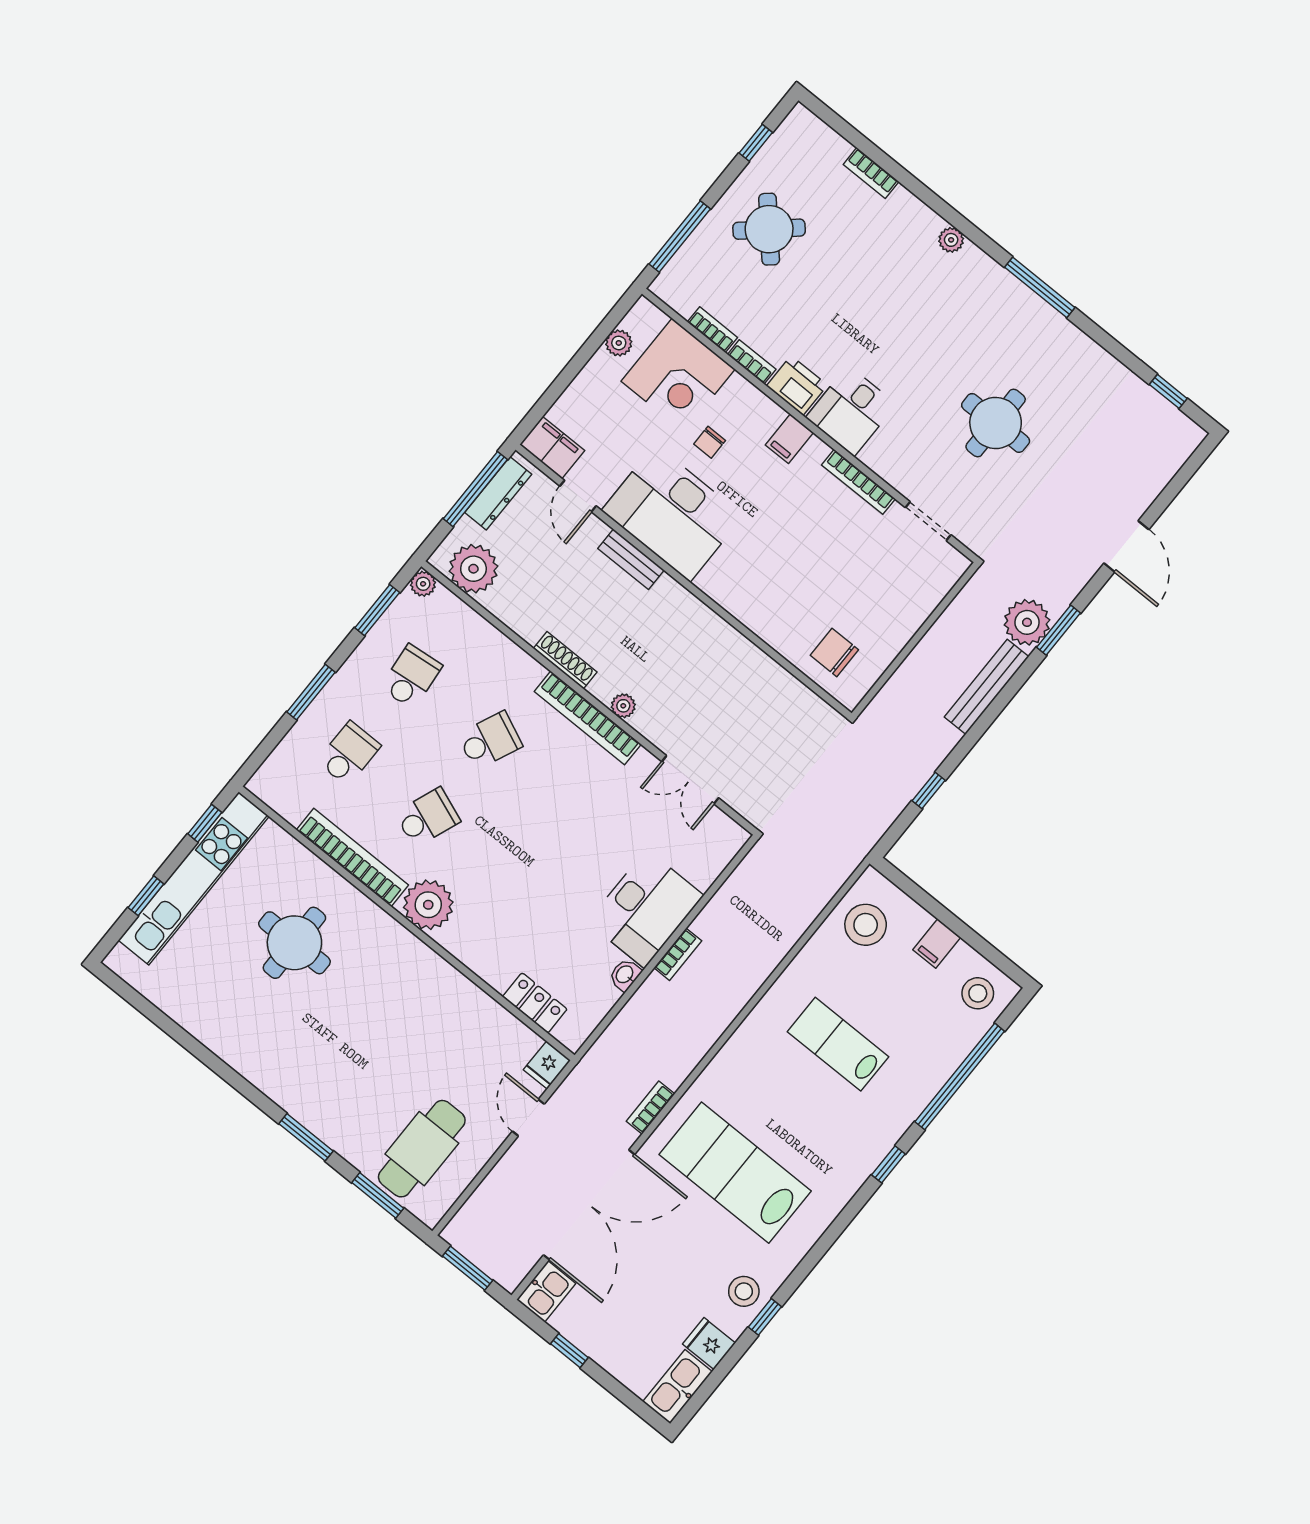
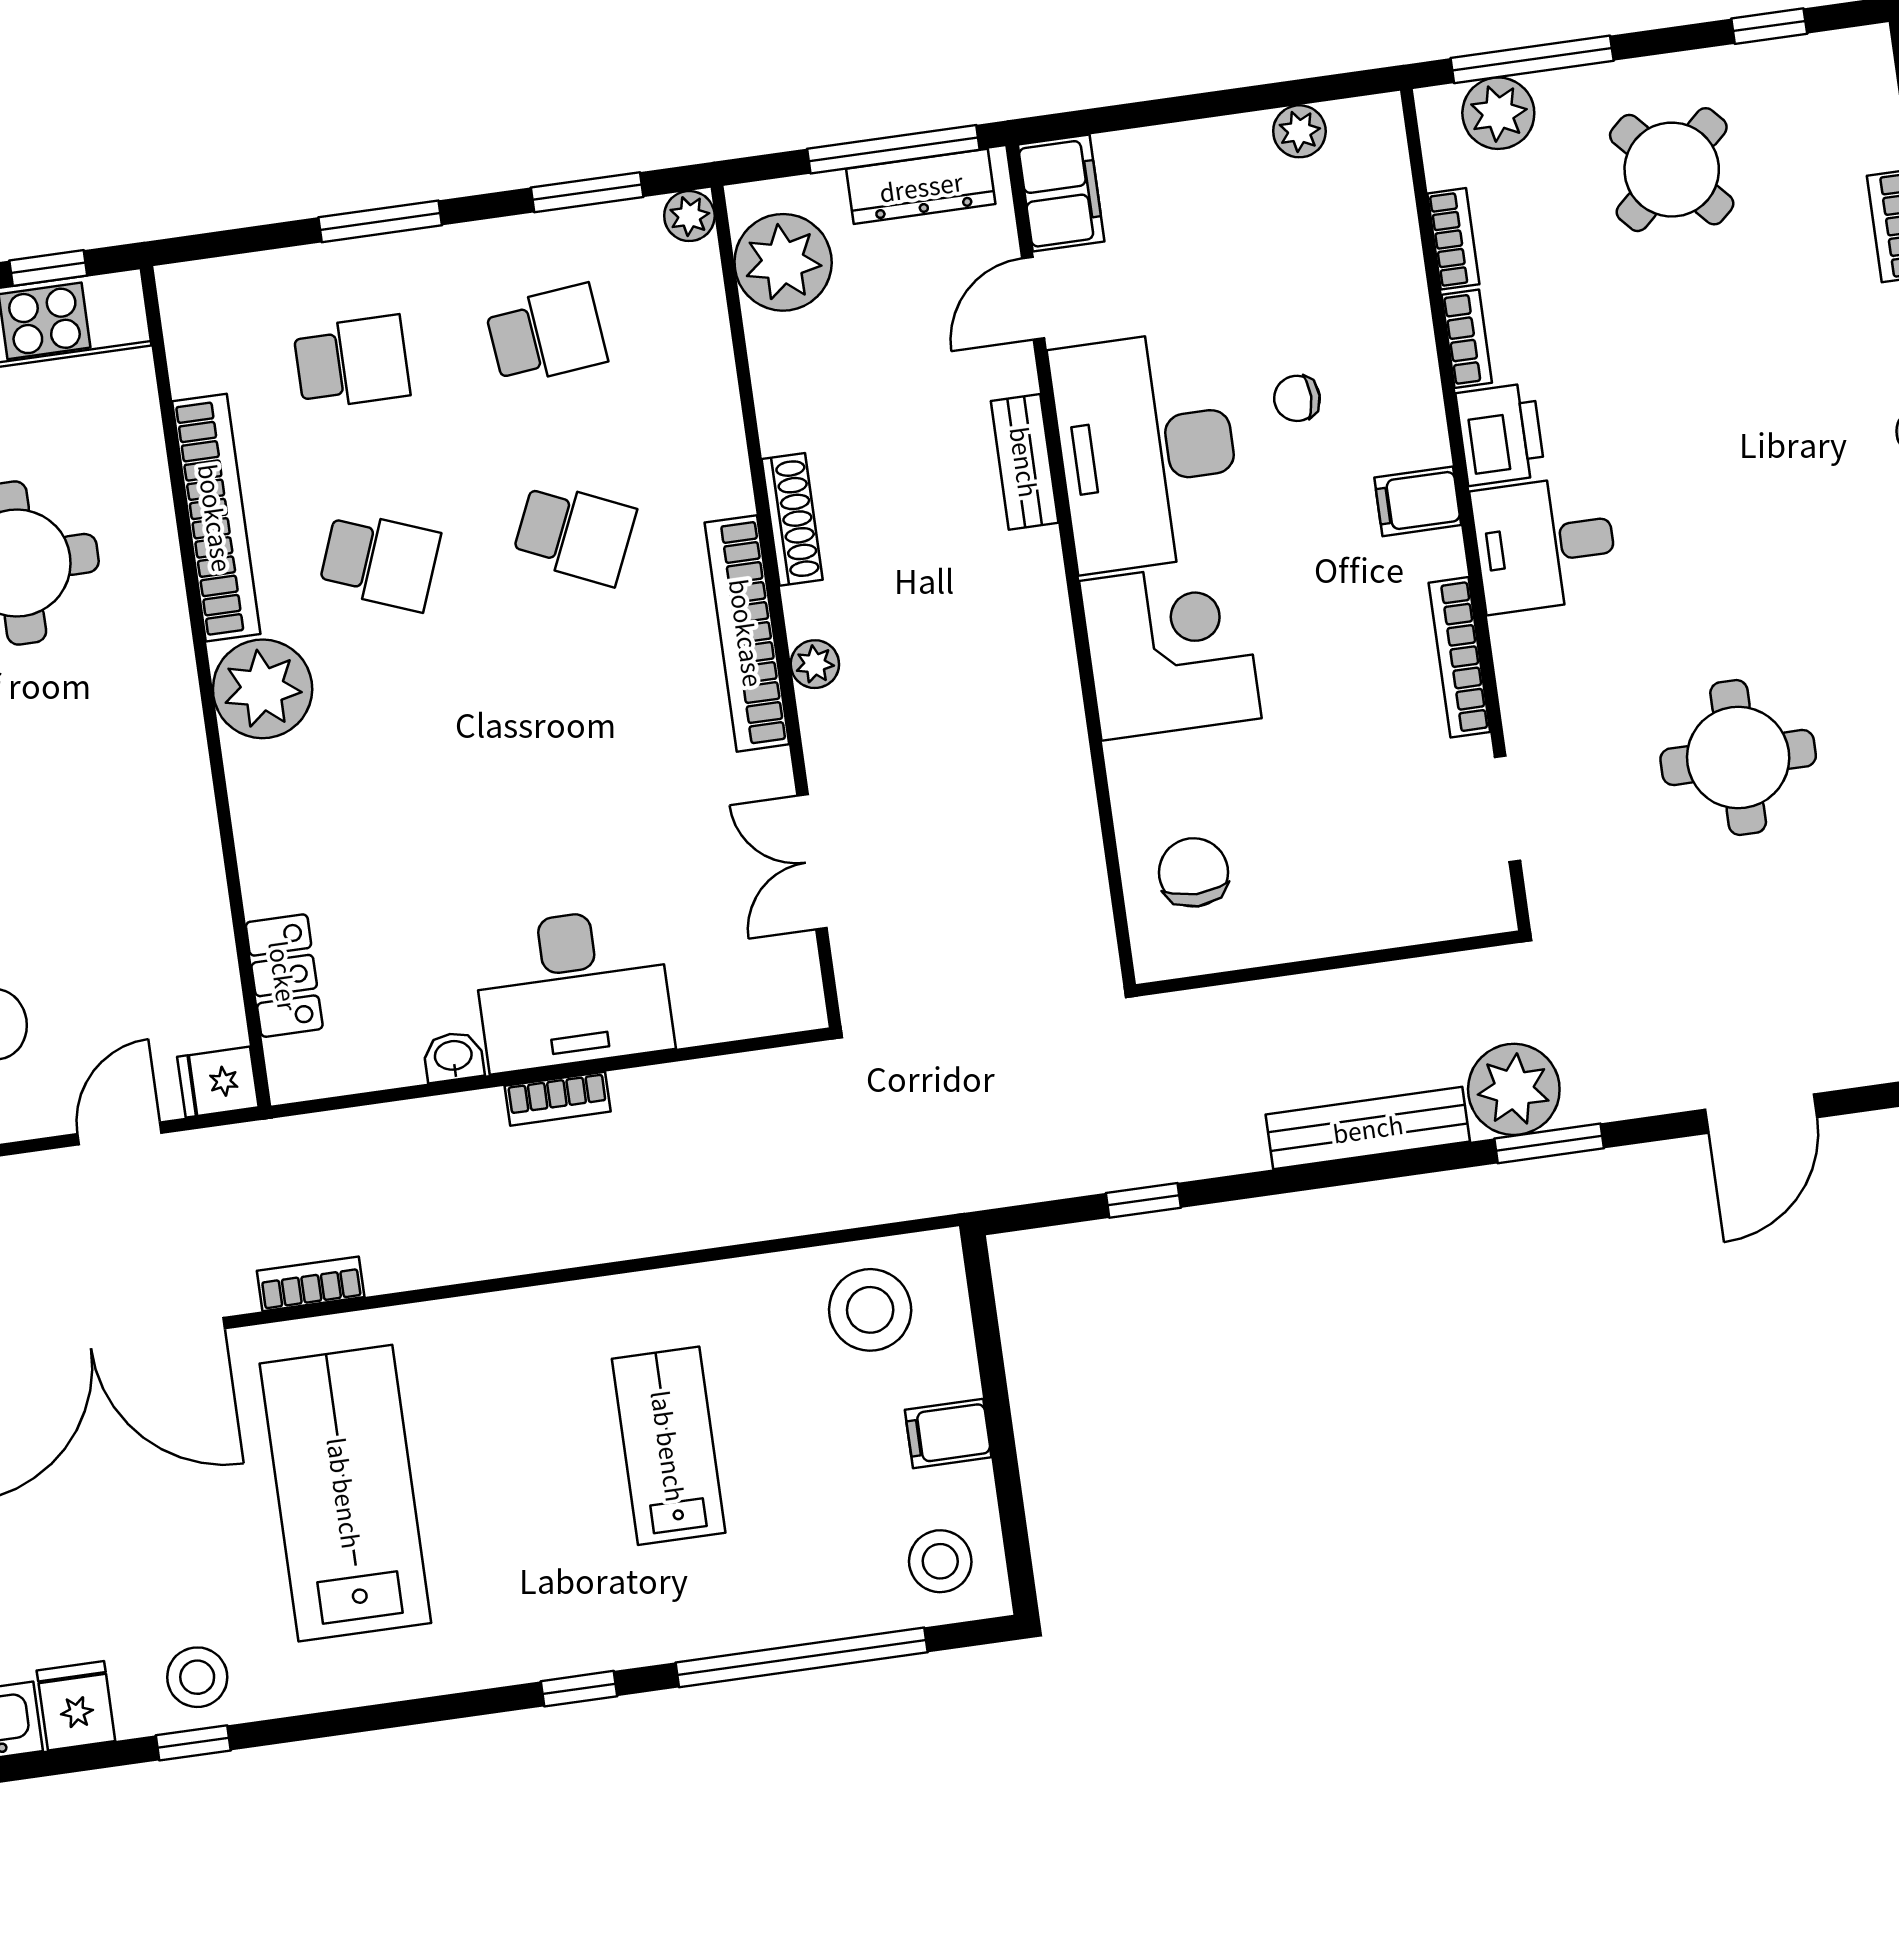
plant: (686, 268) -> (1498, 113), added
corner desk: (678, 375) -> (1170, 650), moved, turned 180

